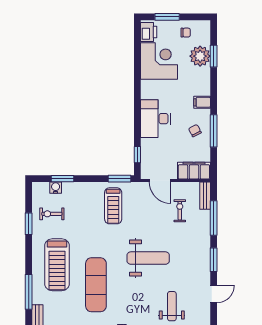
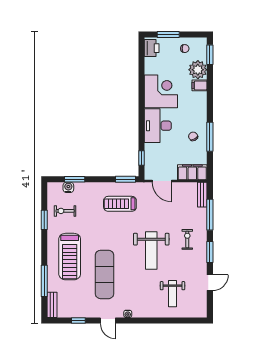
window: (214, 56) -> (210, 55), moved
corner desk: (159, 61) -> (161, 91), moved
filing cabinet: (202, 102) -> (200, 85), moved
treadmill: (113, 206) -> (120, 204), turned 90
exercise bike: (180, 211) -> (187, 239), moved
weight bench: (148, 258) -> (151, 251), turned 90
weight bench: (172, 306) -> (172, 294), turned 180

